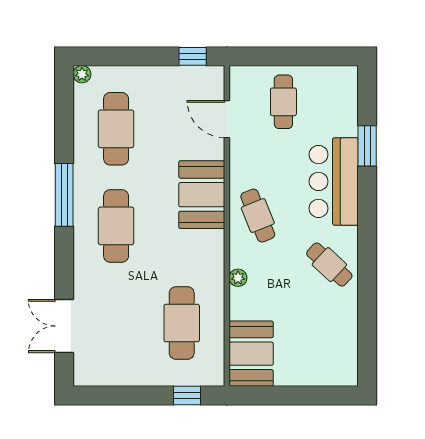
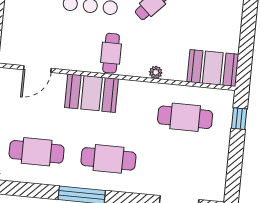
cafe table: (283, 102) -> (29, 26), removed
cafe table: (258, 216) -> (111, 53), turned -68

